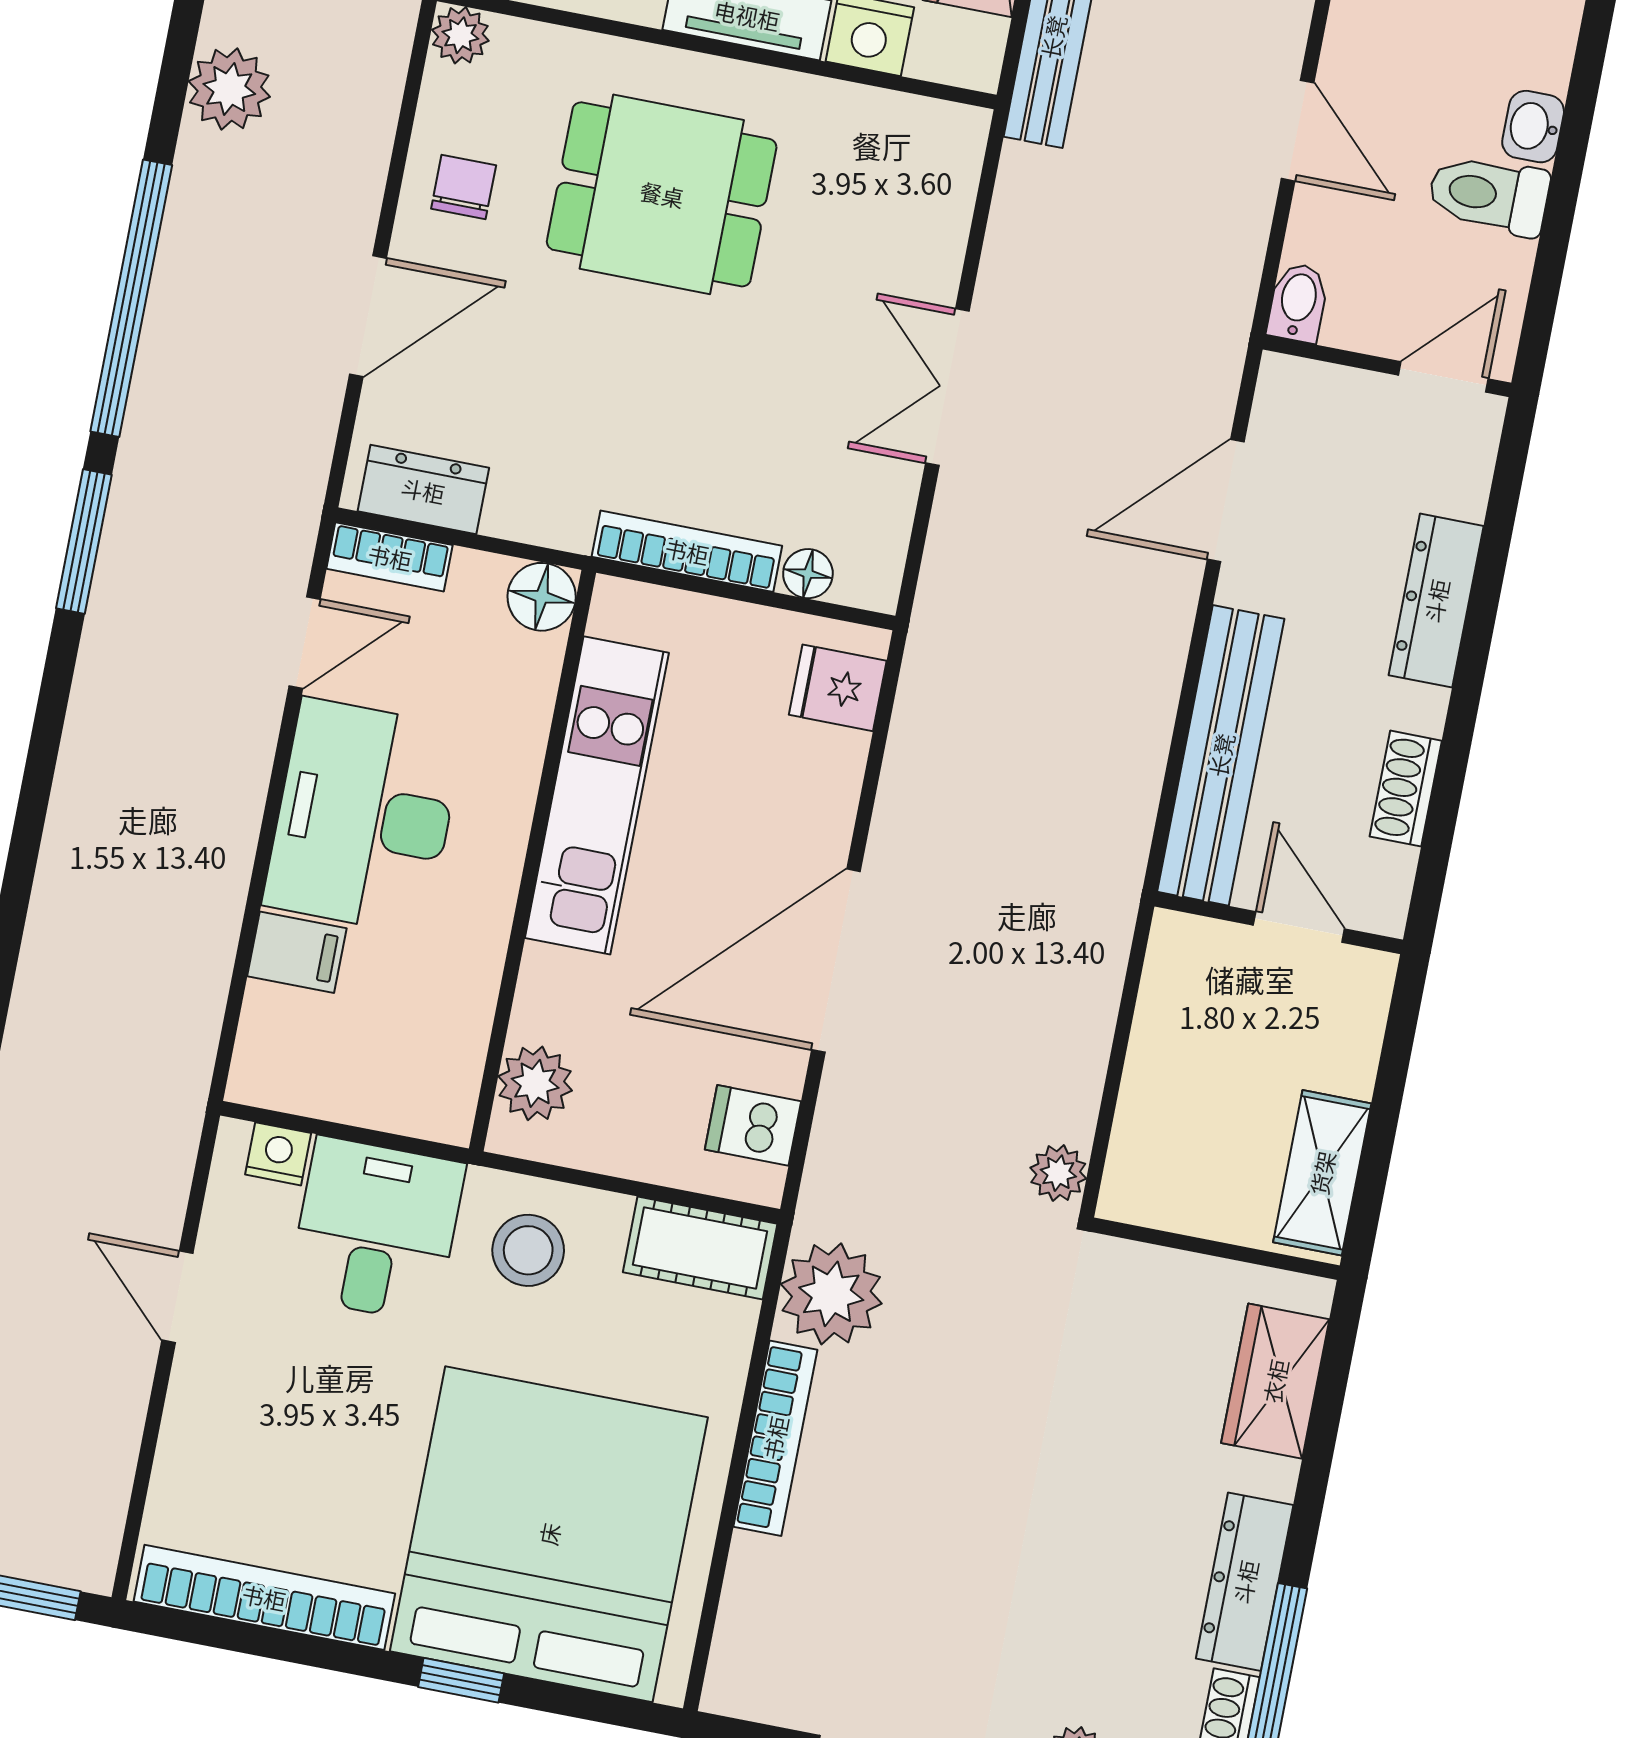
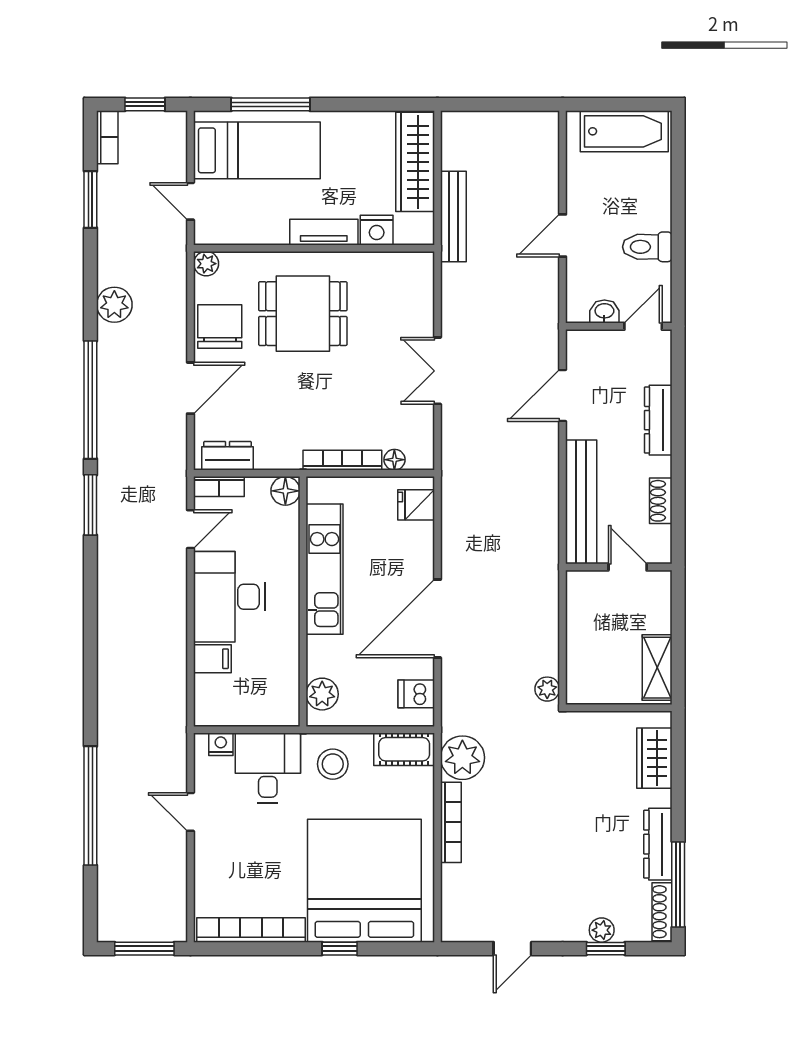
washbasin: (1533, 127) -> (604, 312), moved, turned 90
door: (1298, 131) -> (563, 236), swing flipped
chair: (464, 187) -> (220, 327), width x1.87, depth x1.87
bidet: (1298, 303) -> (577, 307), removed

